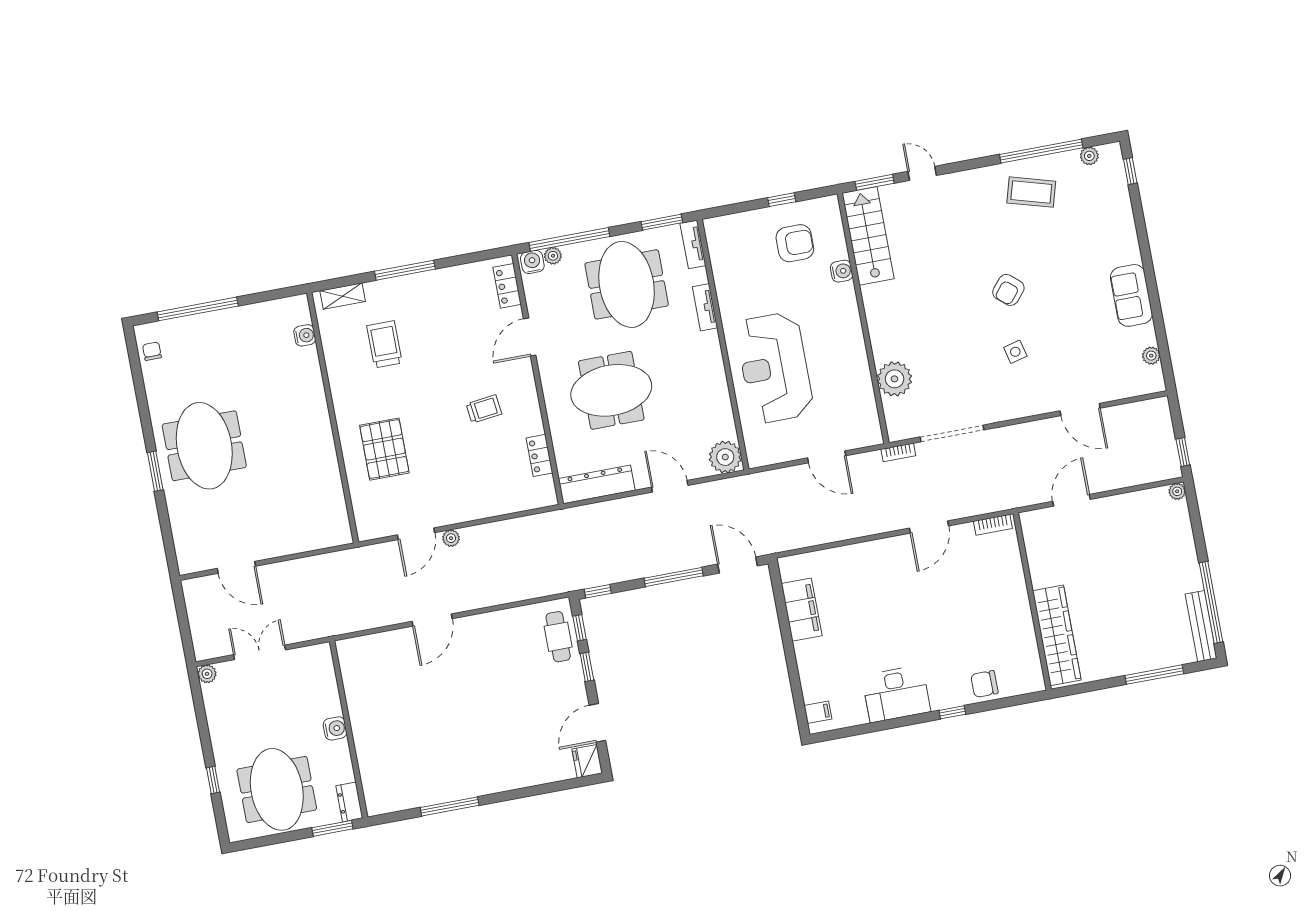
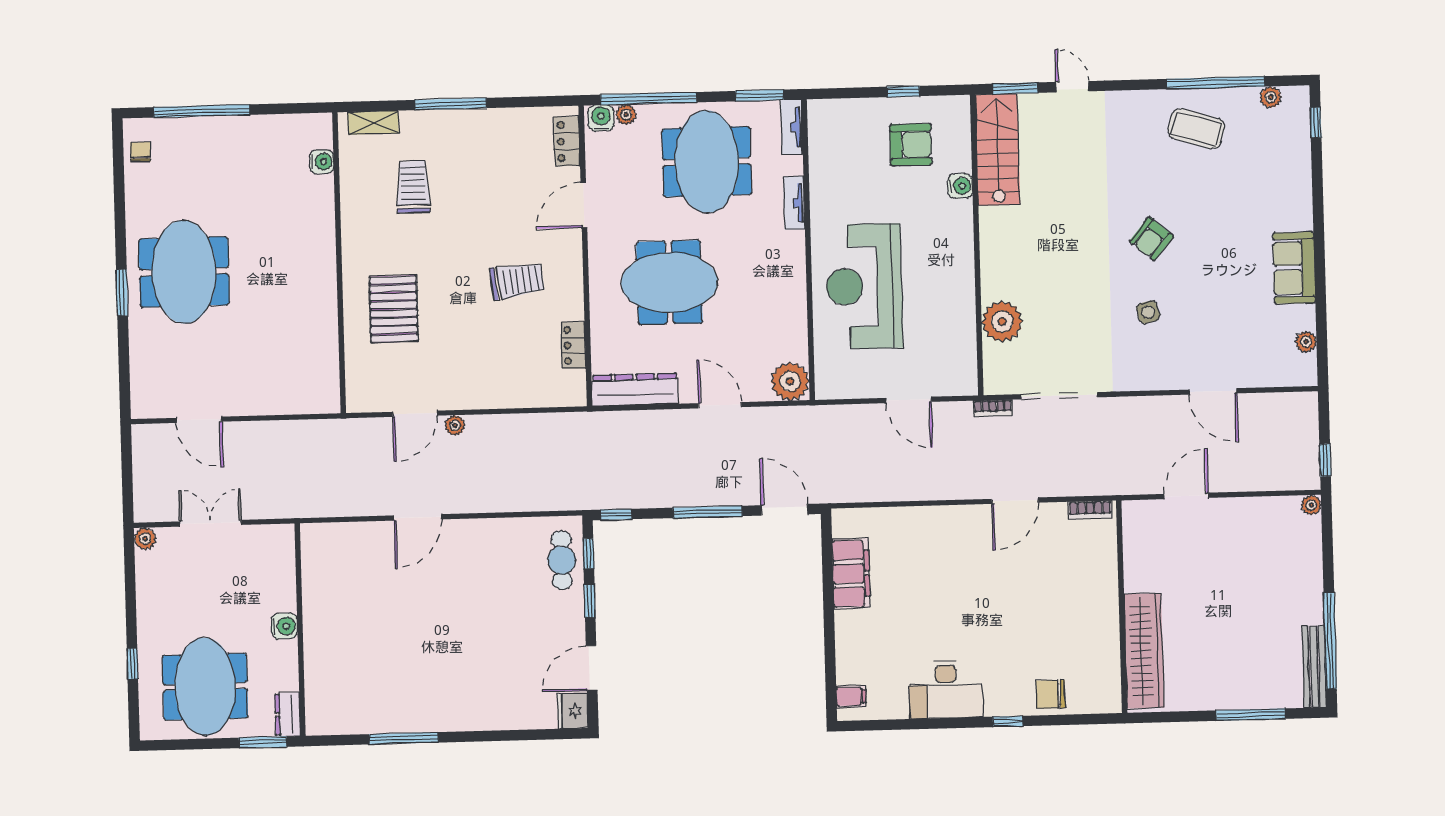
trolley: (484, 409) -> (517, 281), width x1.36, depth x1.39

